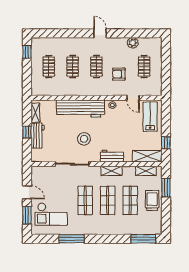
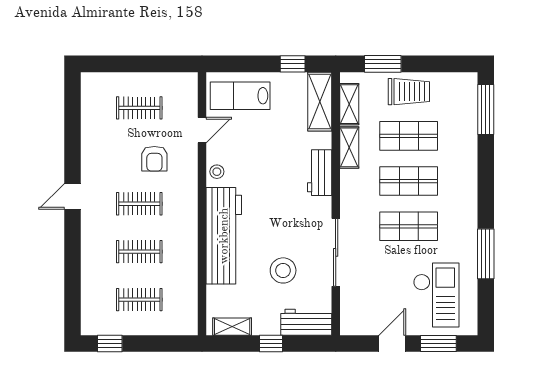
plant: (133, 43) -> (92, 131), removed
workbench: (38, 136) -> (306, 322), moved
stool: (84, 139) -> (283, 270), moved
shelving: (111, 171) -> (349, 147), moved
trolley: (152, 201) -> (409, 92), turned 180

